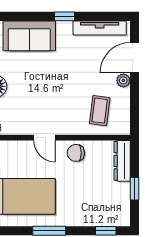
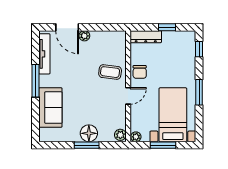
window: (64, 16) -> (36, 81), width x2.17
coffee table: (100, 111) -> (110, 72), moved

